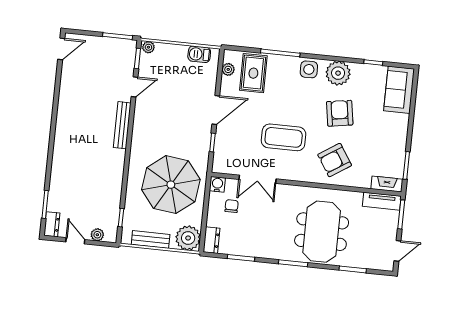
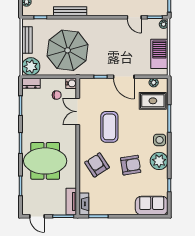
barbecue: (199, 54) -> (159, 54), width x1.88, depth x1.53
bench: (122, 125) -> (70, 11), moved

